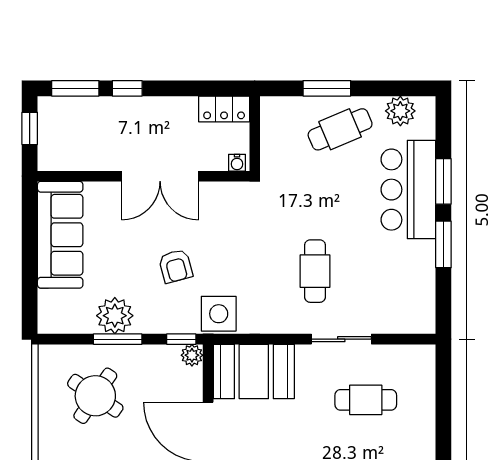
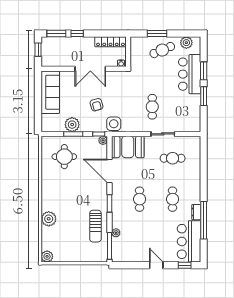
locker: (224, 109) -> (110, 42), width x1.53
round table: (95, 396) -> (64, 157), turned -34

